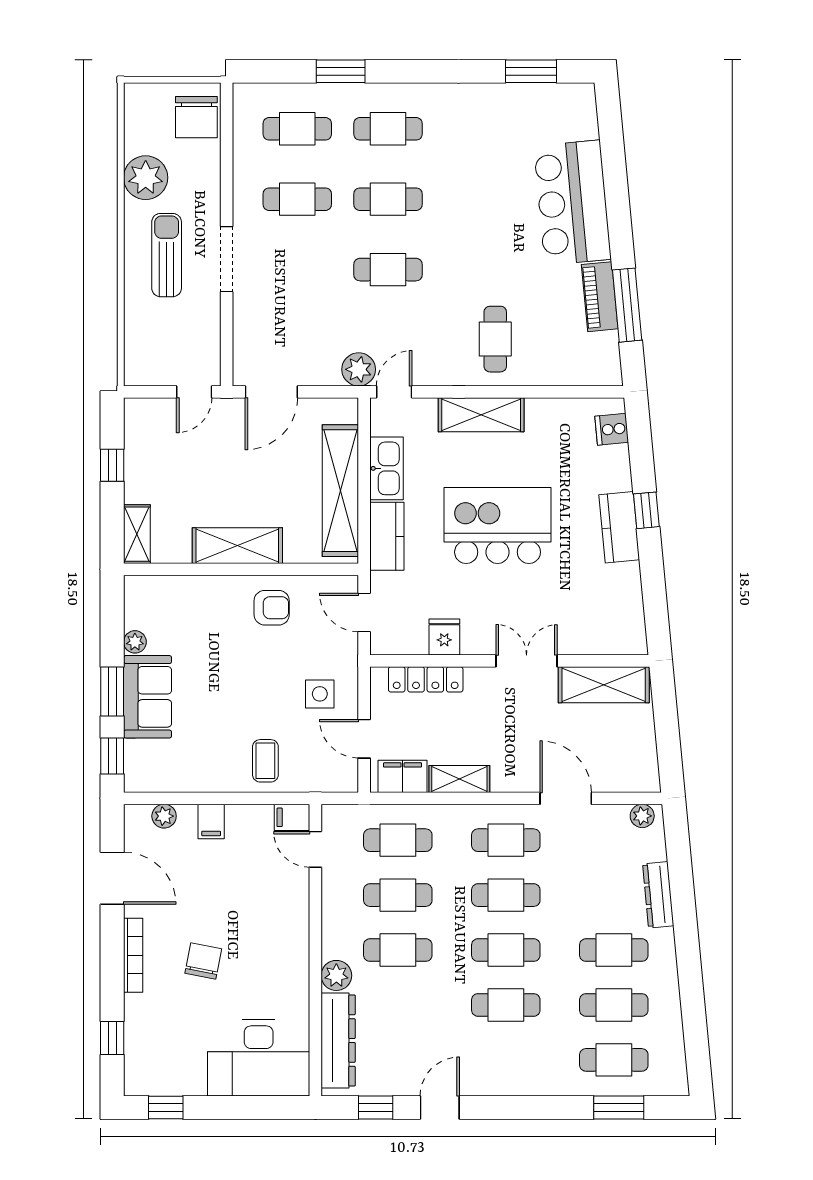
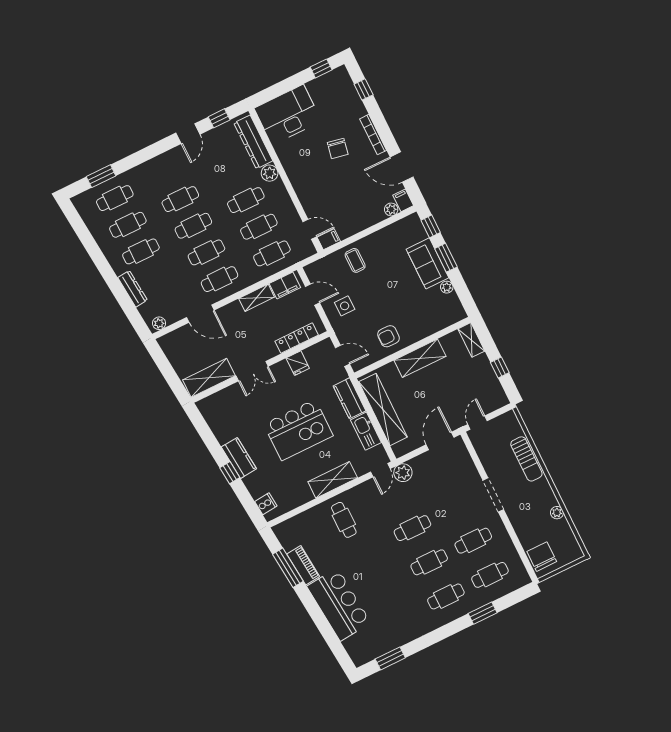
plant: (146, 178) -> (557, 513), width x0.53, depth x0.53
sun lounger: (167, 255) -> (526, 459), moved
filing cabinet: (211, 821) -> (403, 200), moved

